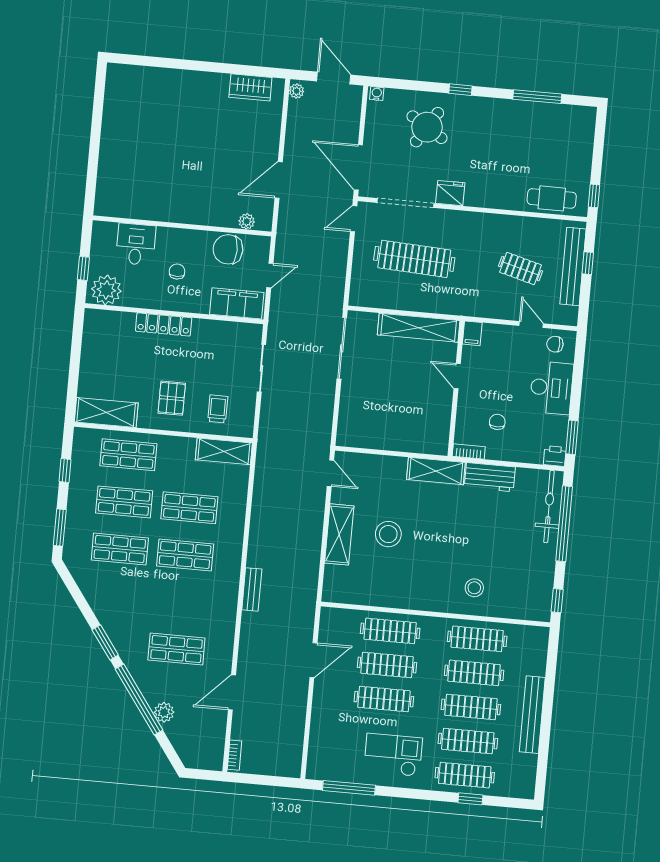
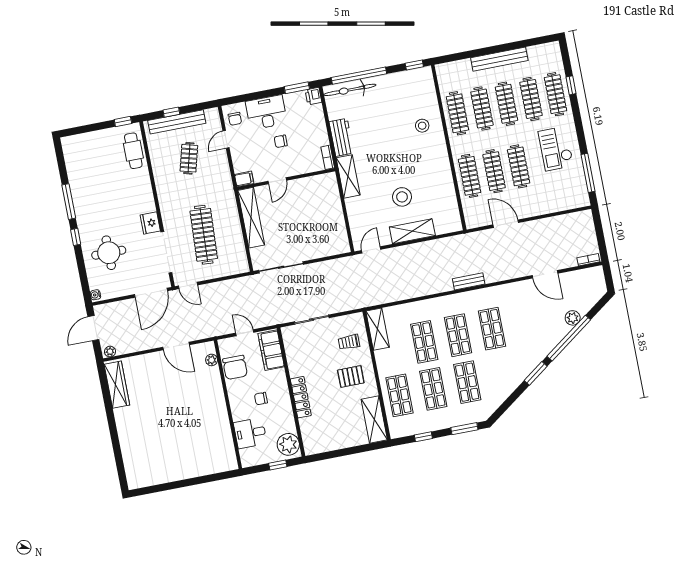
wardrobe: (250, 87) -> (117, 385), width x1.50
window: (537, 97) -> (69, 202), moved
round table: (427, 127) -> (109, 253), turned -32
chair: (497, 422) -> (281, 141), moved
shop shelf: (176, 649) -> (492, 329), moved

